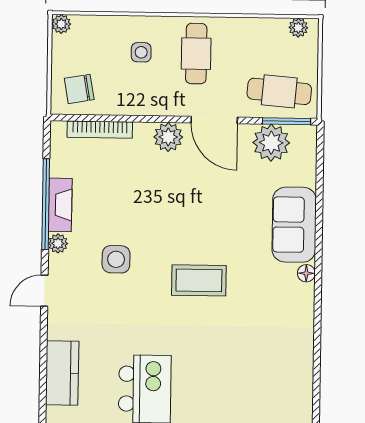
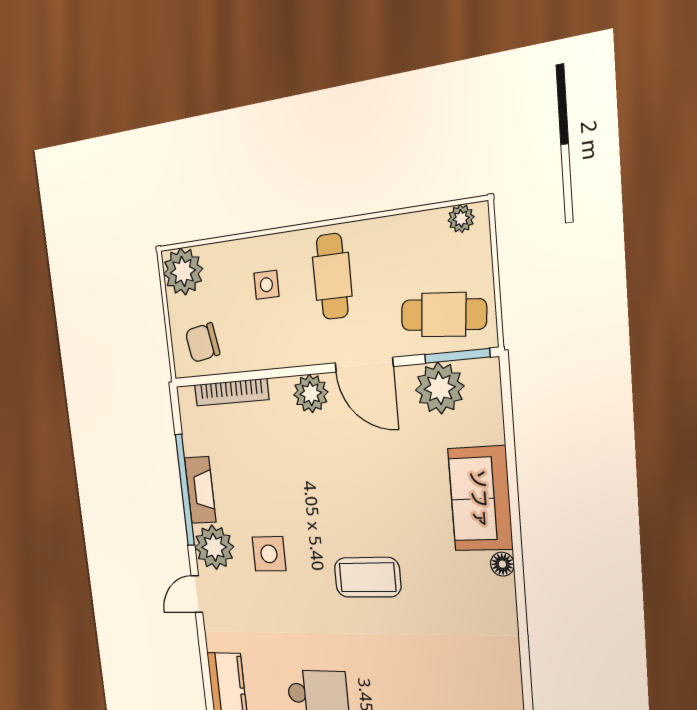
plant: (61, 24) -> (183, 271), width x1.88, depth x1.88
plant: (58, 243) -> (214, 547), width x1.88, depth x1.88

